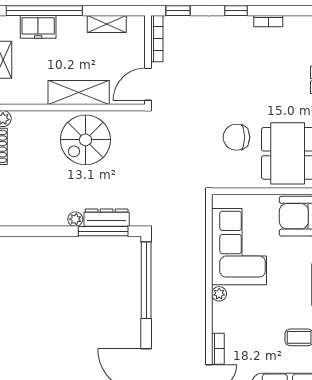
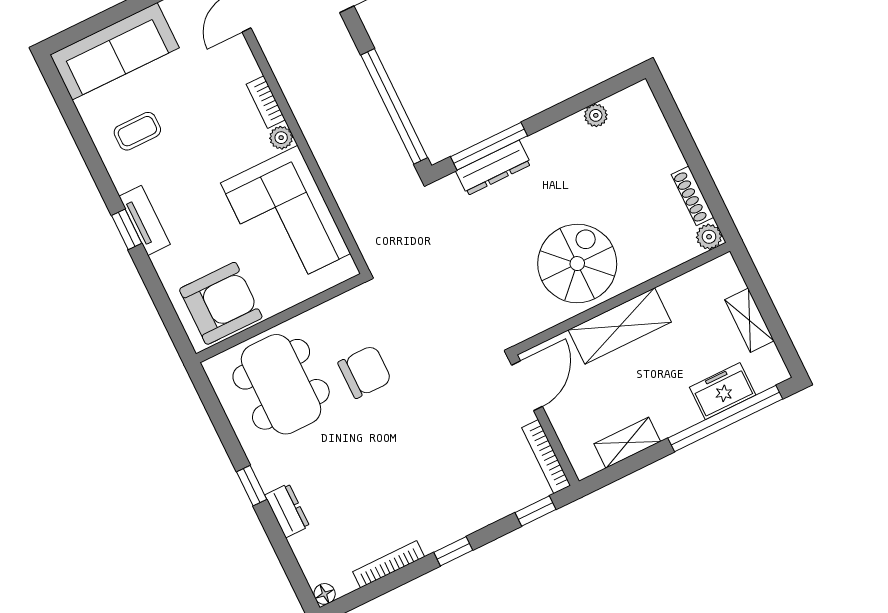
bookcase: (268, 21) -> (389, 564), width x1.56
plant: (75, 219) -> (596, 115), moved
bookcase: (218, 349) -> (266, 102), moved

